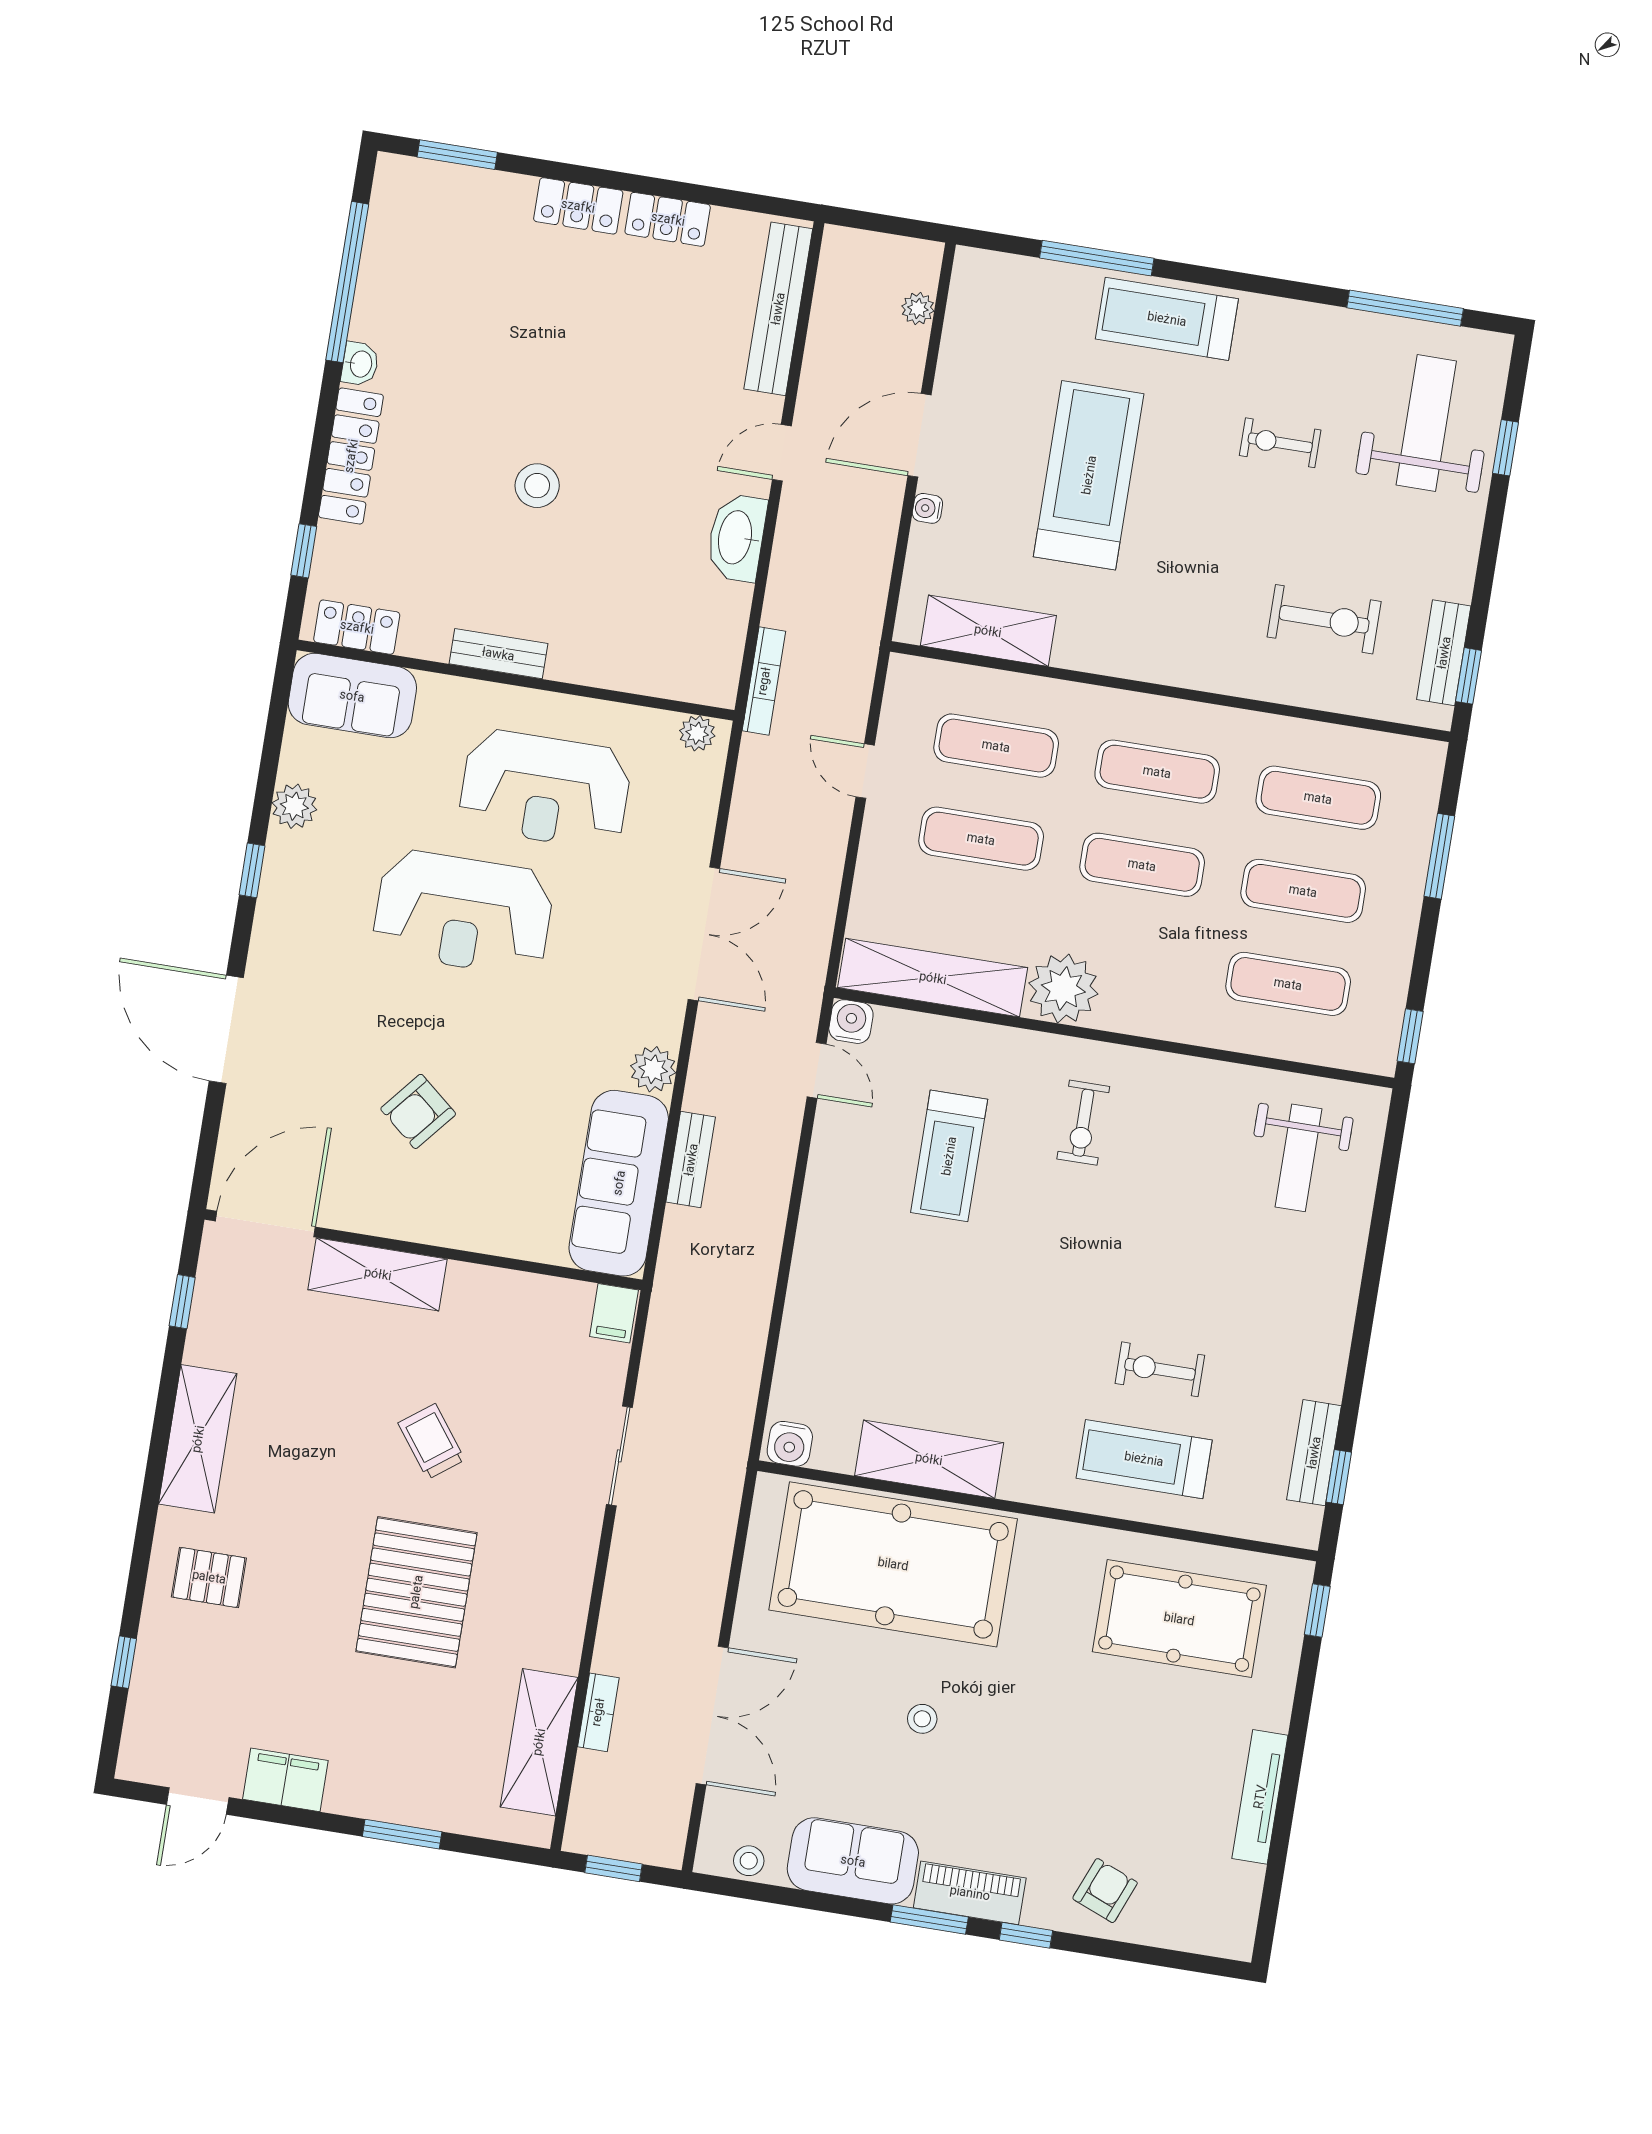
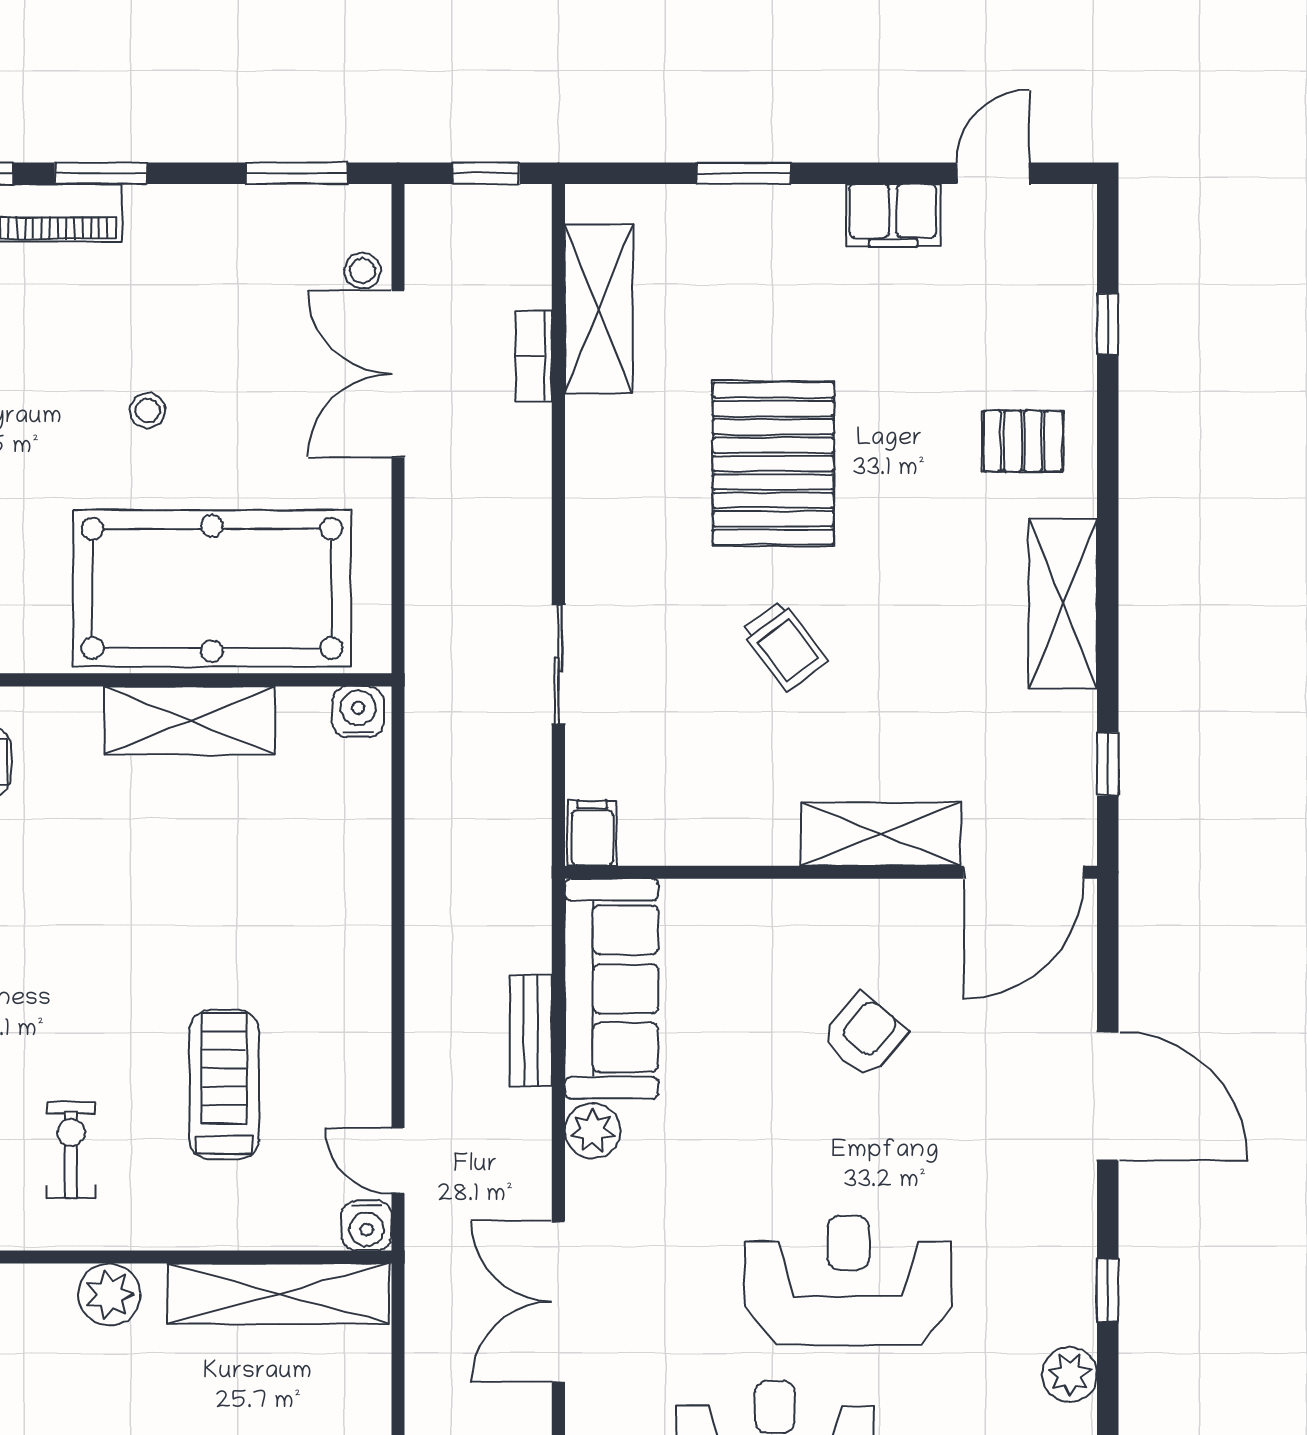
plant: (1063, 989) -> (109, 1294), width x0.73, depth x0.73
stool: (749, 1861) -> (362, 271), moved
sofa: (853, 1861) -> (203, 228), removed
window: (768, 1893) -> (297, 173), added

